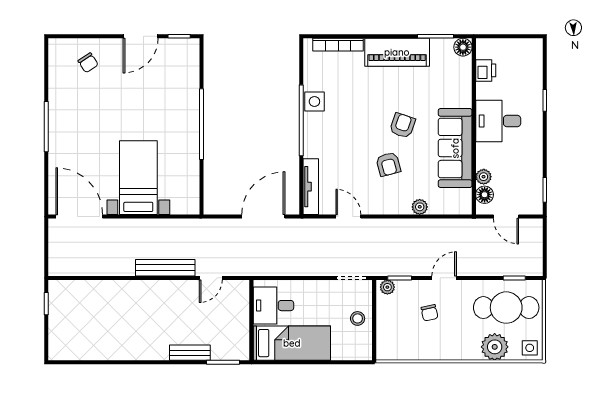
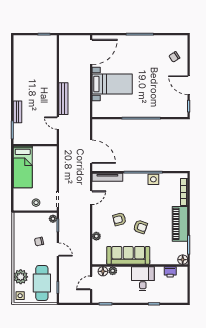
desk: (273, 306) -> (43, 157), removed

